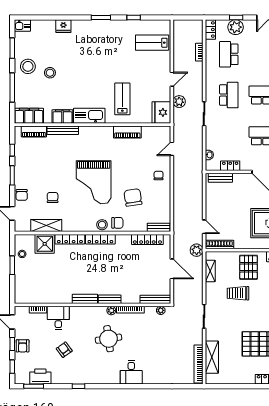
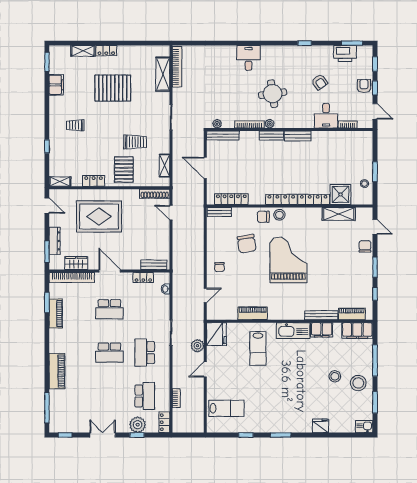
chair: (53, 198) -> (332, 244), removed
plant: (197, 250) -> (179, 188), removed

